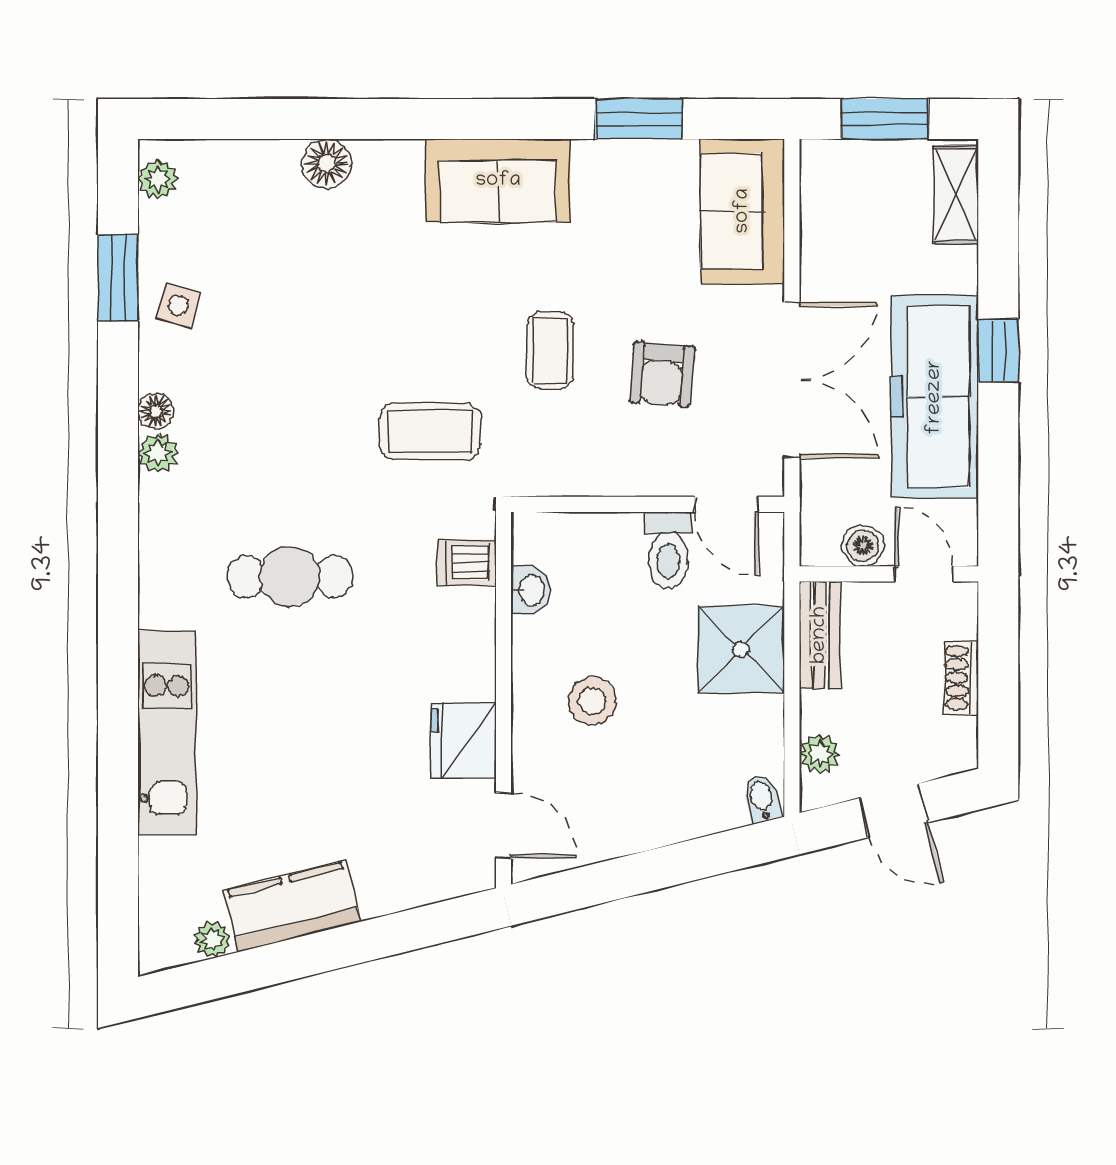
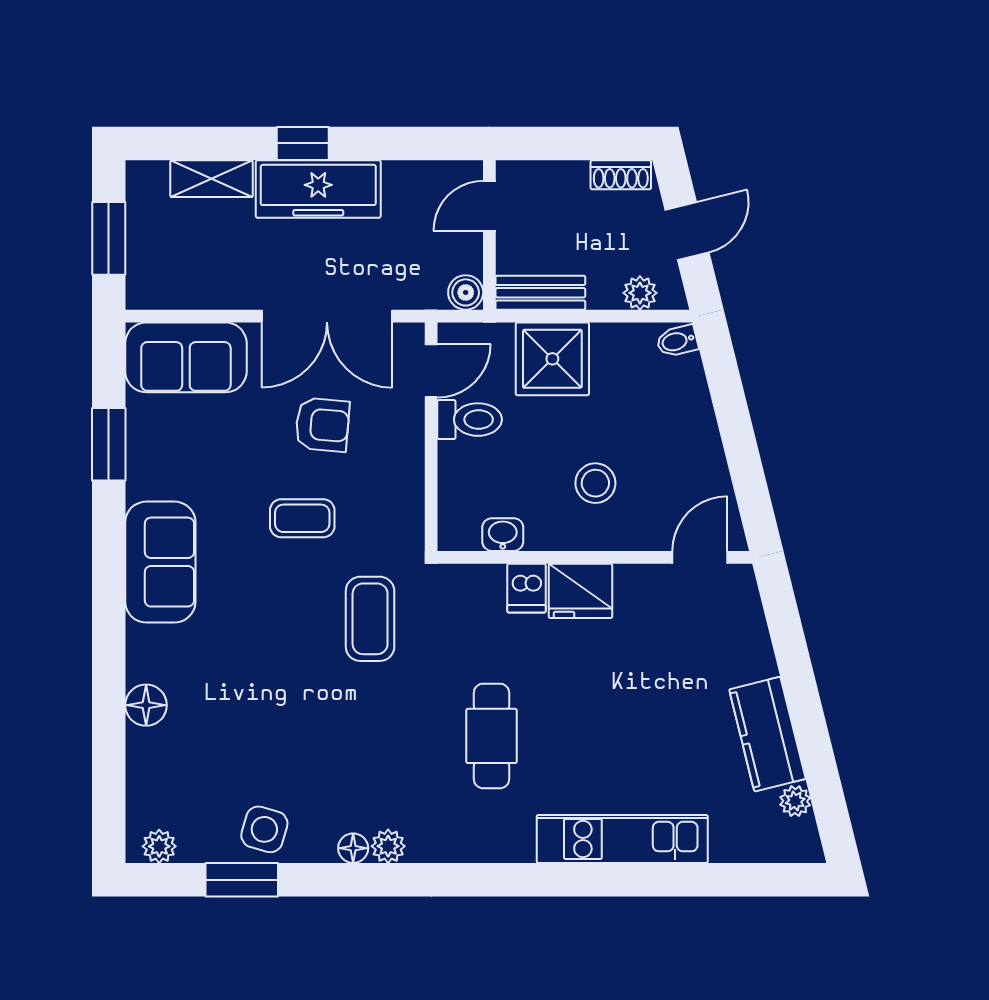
shelving: (956, 195) -> (212, 179), moved
side table: (178, 305) -> (264, 829), width x1.37, depth x1.37
double door: (792, 380) -> (327, 316), swing flipped
freezer: (935, 397) -> (318, 189), width x0.73, depth x0.79
boiler: (863, 546) -> (466, 292), moved
dishwasher: (467, 562) -> (526, 588), moved
shoe rack: (961, 678) -> (621, 175), moved
fridge: (463, 740) -> (581, 591), moved

